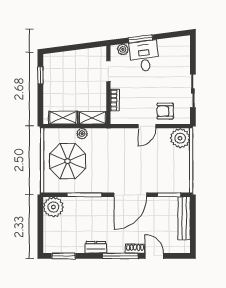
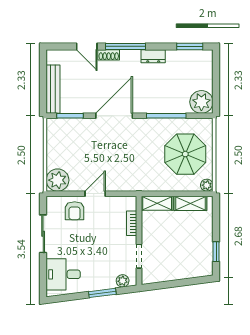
desk: (144, 56) -> (63, 274), moved, turned 97
armchair: (165, 111) -> (75, 211), turned 90
plant: (82, 134) -> (207, 185), moved

